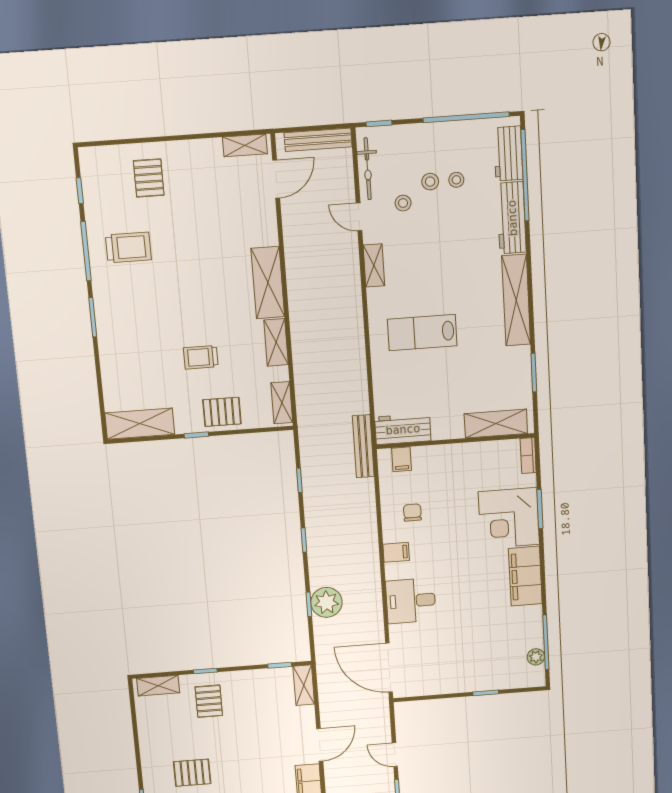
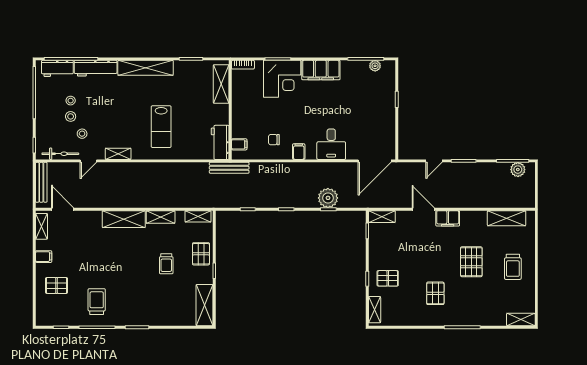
filing cabinet: (195, 153) -> (44, 257), added

